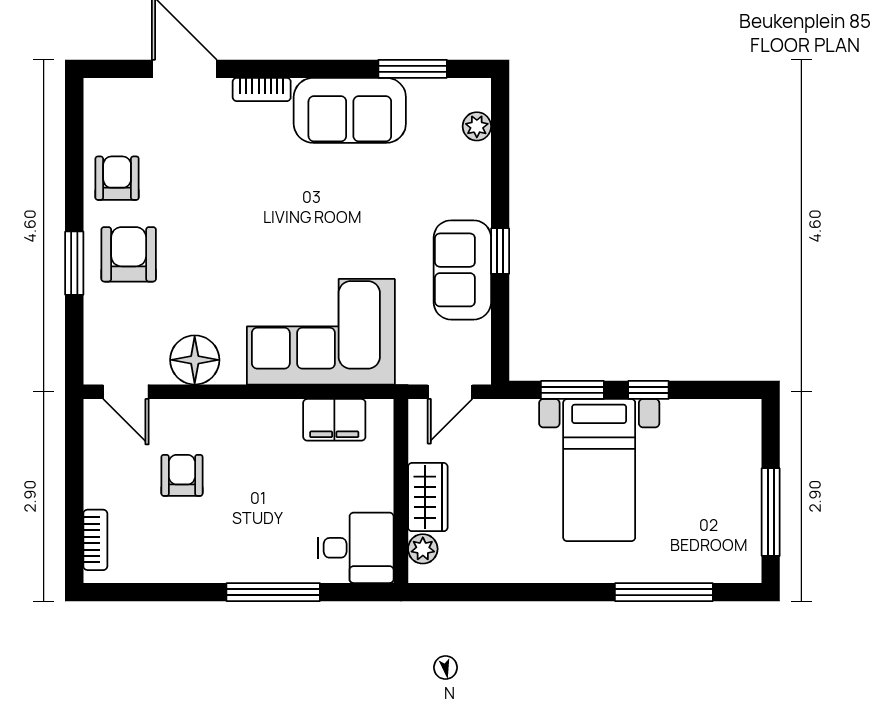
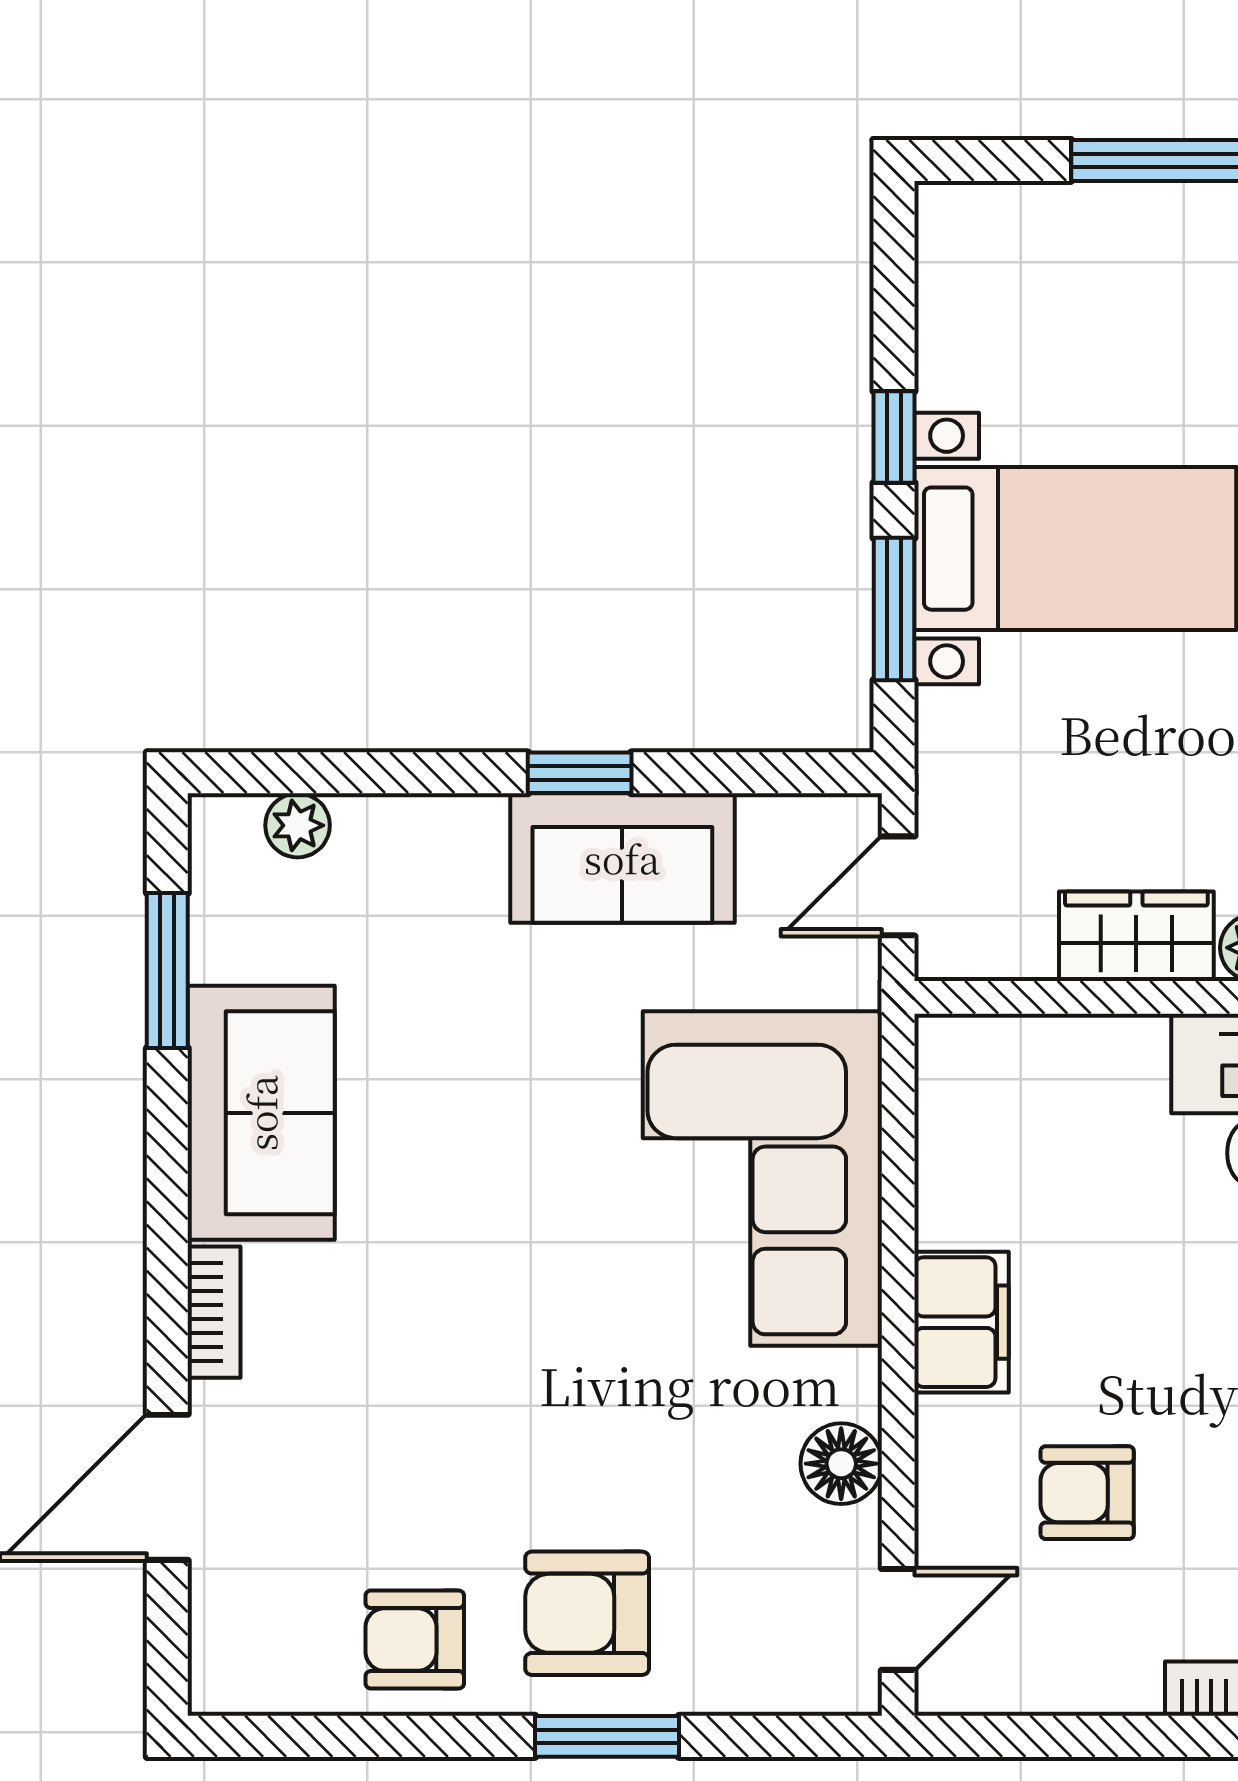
floor lamp: (195, 360) -> (841, 1464), width x0.73, depth x0.73
door: (450, 392) -> (898, 886), swing flipped
filing cabinet: (334, 420) -> (961, 1322), moved

